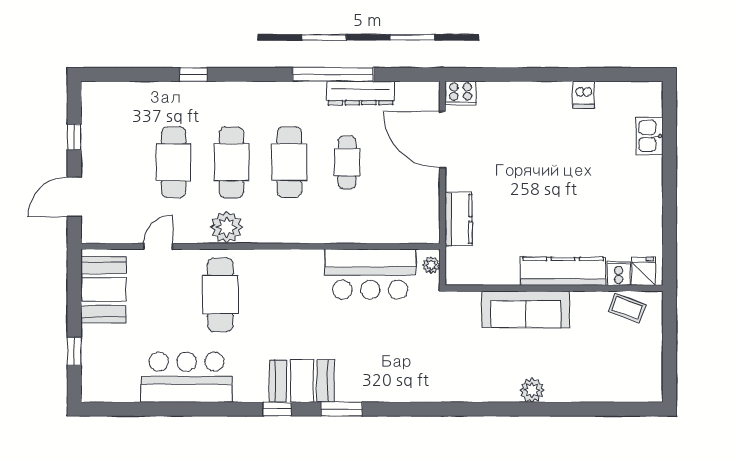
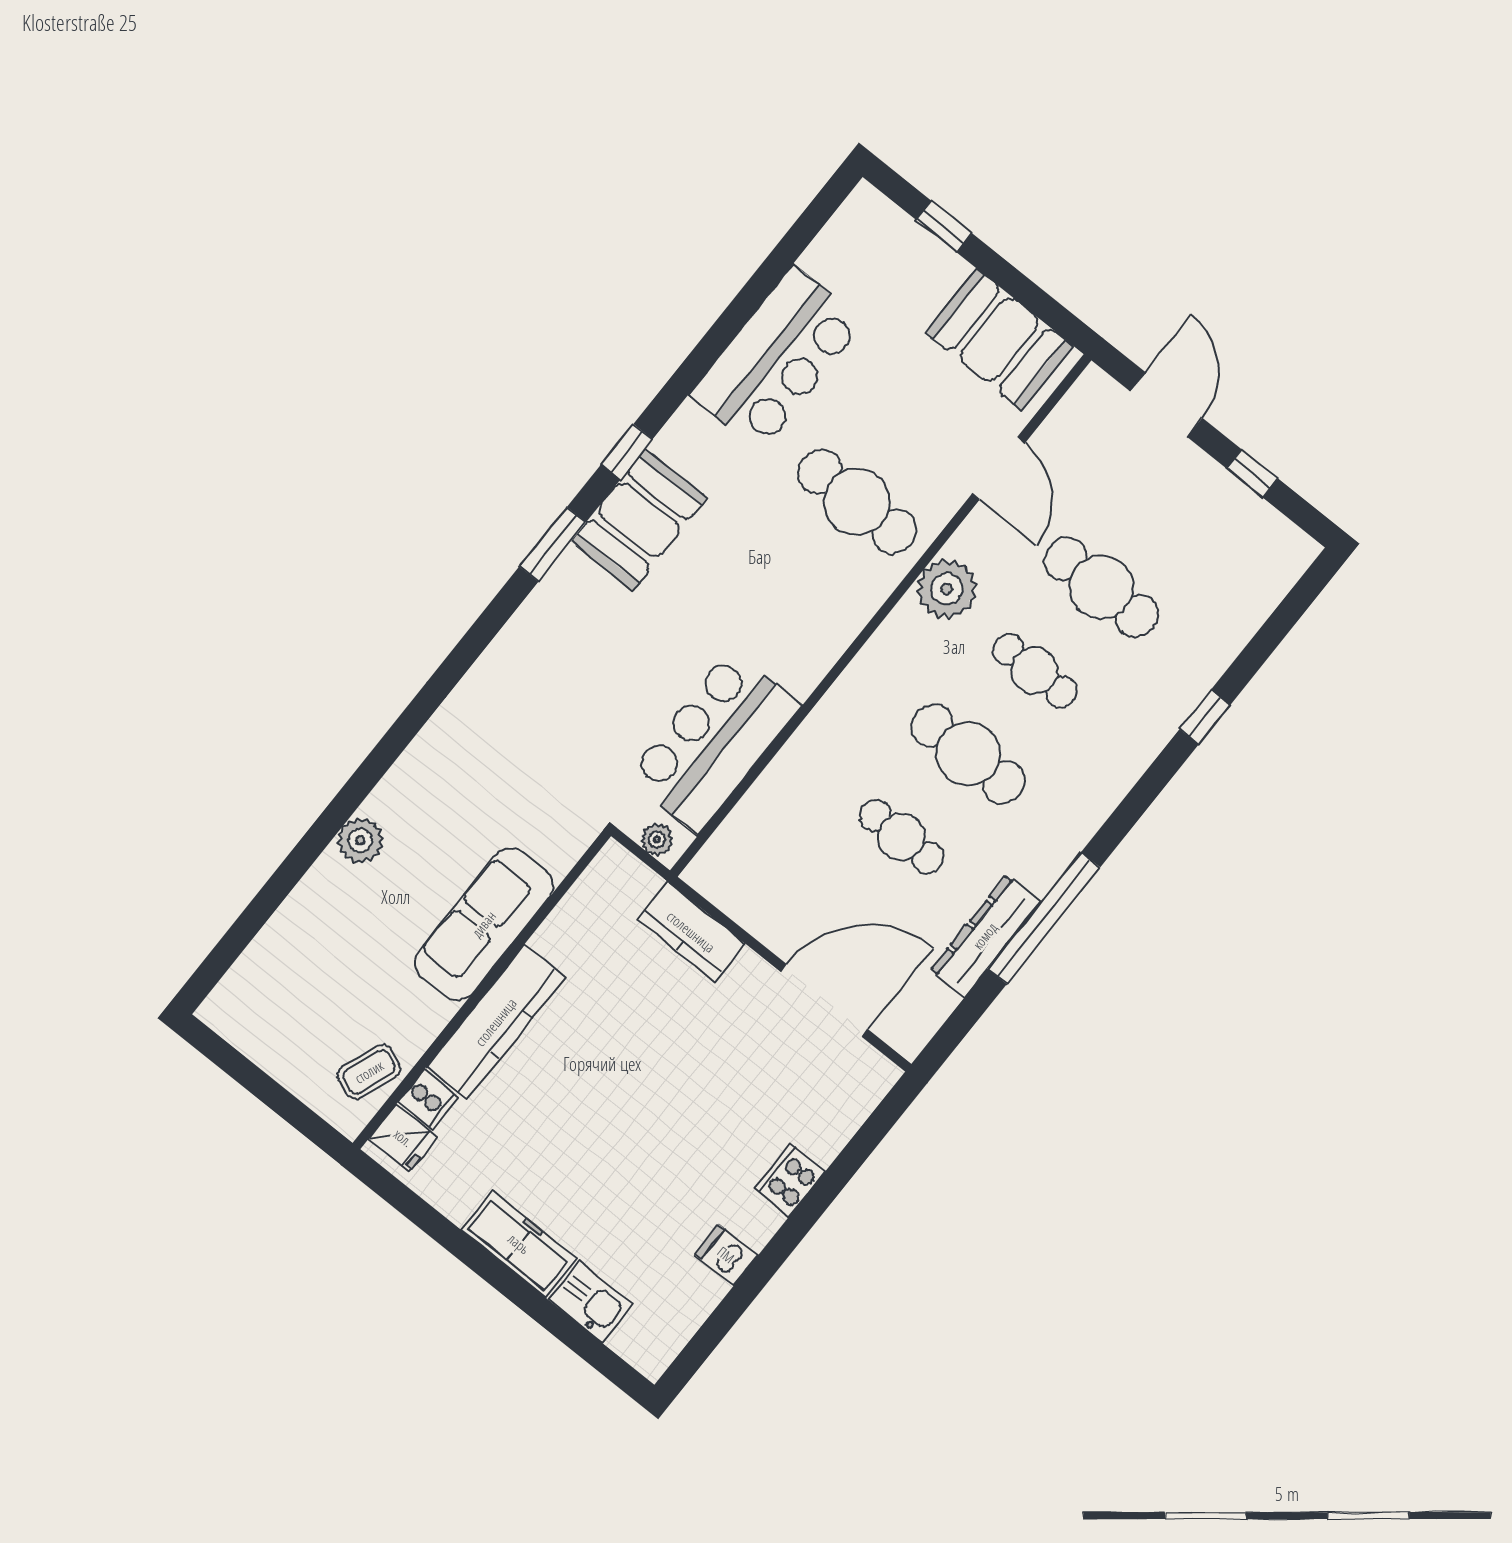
cooker: (461, 93) -> (790, 1180), moved
cafe table: (231, 162) -> (1035, 671), width x0.73, depth x0.74
freezer: (649, 186) -> (519, 1244), added
door: (158, 246) -> (998, 468), width x1.38

